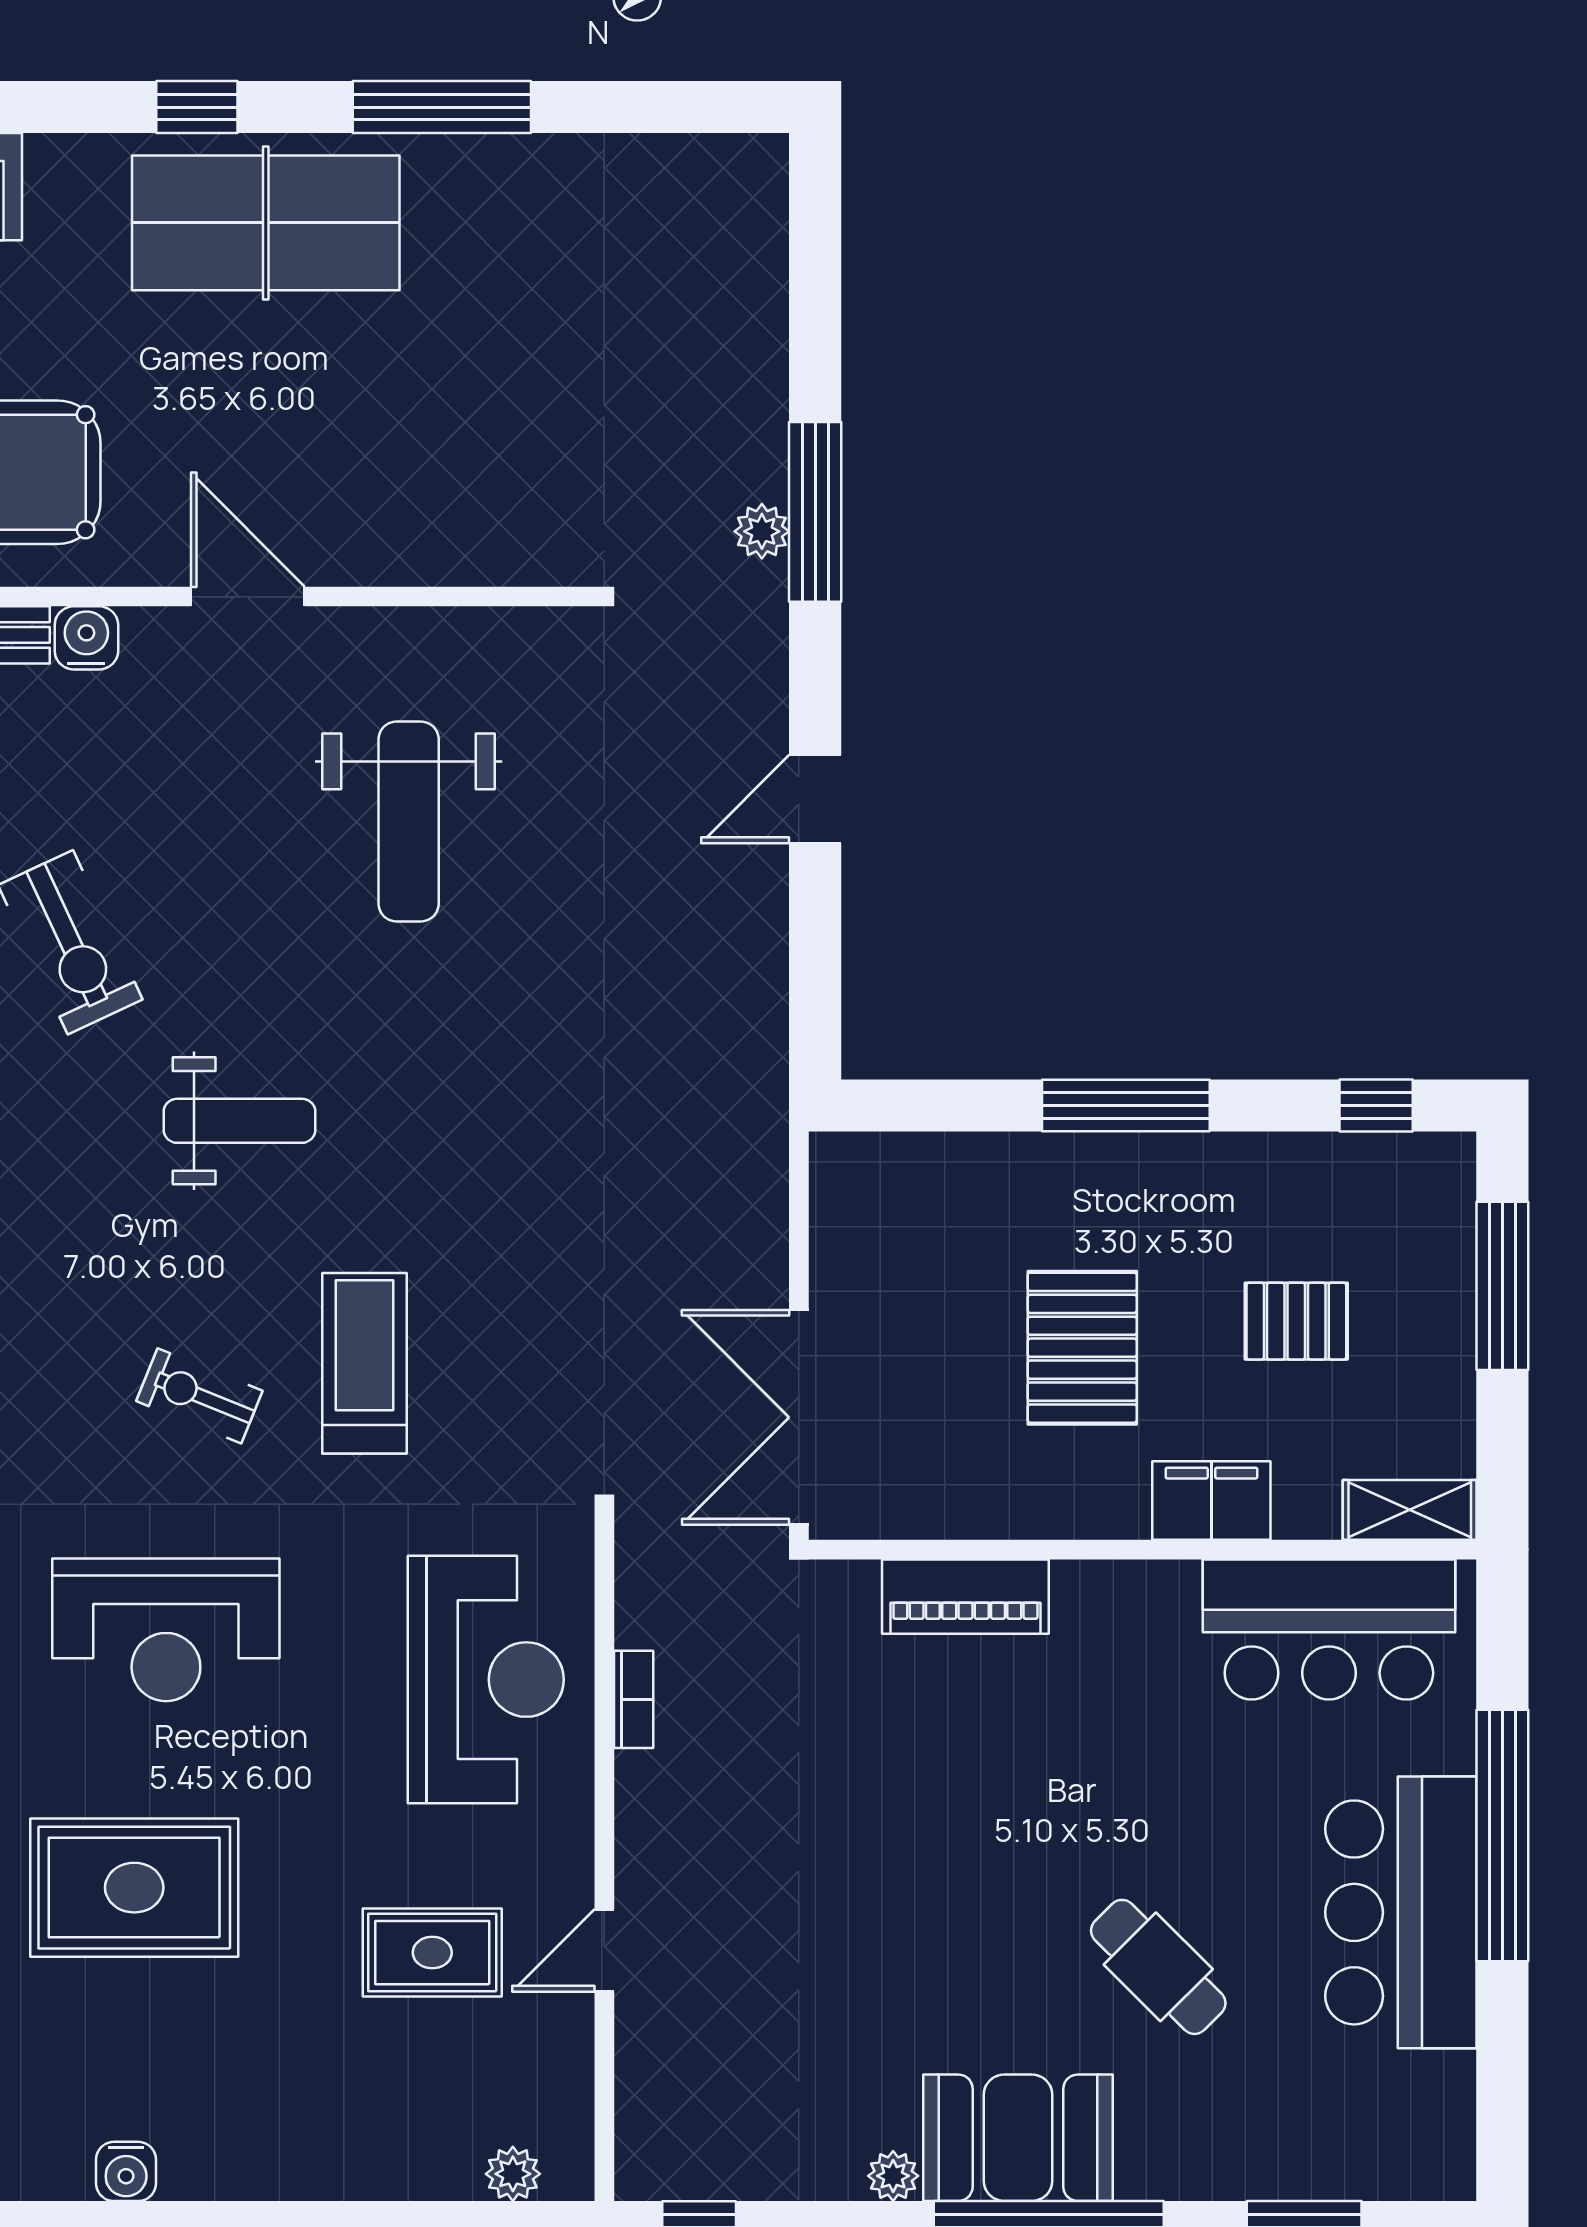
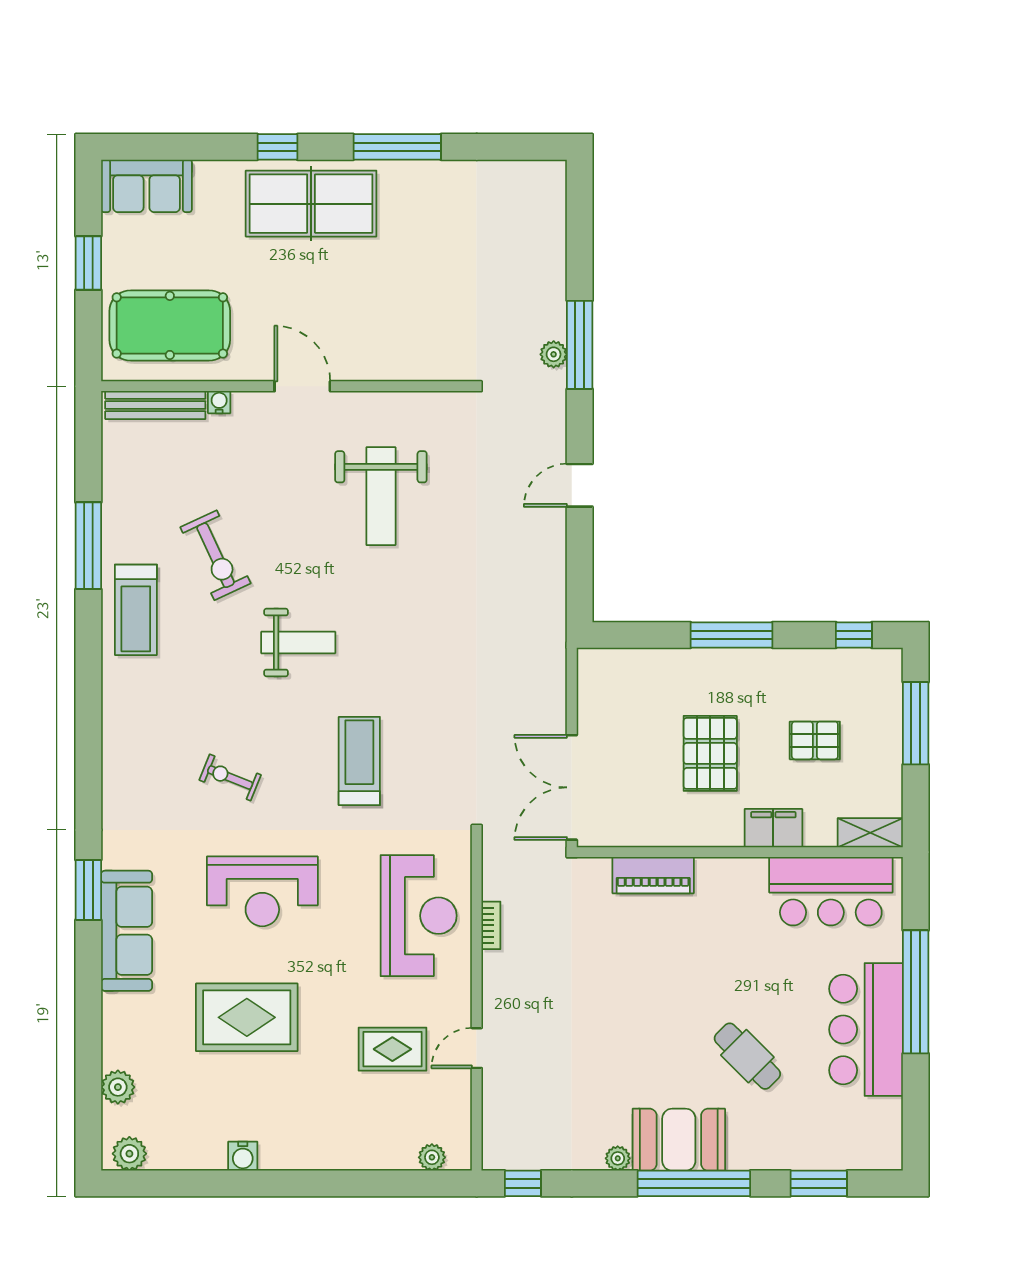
water cooler: (86, 638) -> (219, 402), width x0.72, depth x0.72
exercise bike: (199, 1396) -> (230, 777), moved

